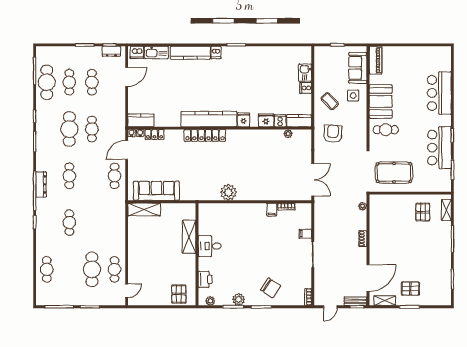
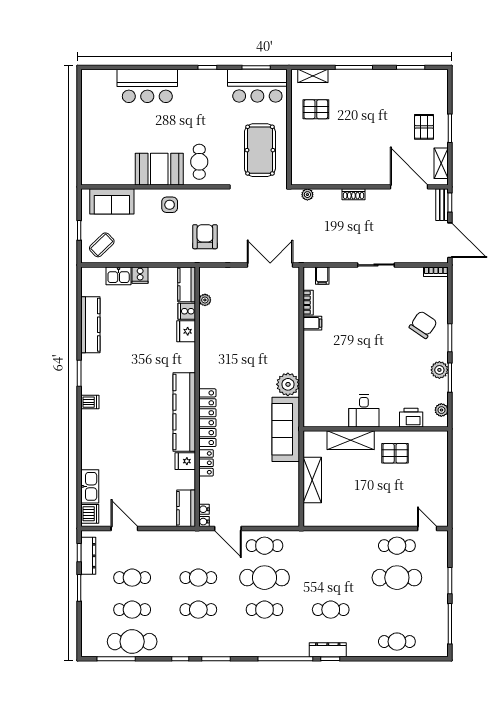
dresser: (111, 51) -> (88, 556), width x1.44
kitchen counter: (190, 53) -> (90, 325), moved
piano: (376, 60) -> (101, 176), removed
side table: (353, 96) -> (170, 205), moved
coffee table: (330, 101) -> (102, 245), moved
fridge: (244, 120) -> (185, 461), moved
cafe table: (69, 129) -> (198, 610), width x0.73, depth x0.74
armchair: (333, 134) -> (205, 237), turned 86
locker: (155, 135) -> (206, 463), moved
bar counter: (439, 148) -> (257, 86), moved
cafe table: (92, 176) -> (265, 578), added
dresser: (41, 184) -> (328, 650), moved
sofa: (156, 191) -> (286, 429), moved
shelving: (144, 210) -> (312, 480), moved
filing cabinet: (305, 234) -> (322, 276), moved
pallet: (179, 294) -> (395, 453), moved
door: (330, 307) -> (450, 240), width x1.87

